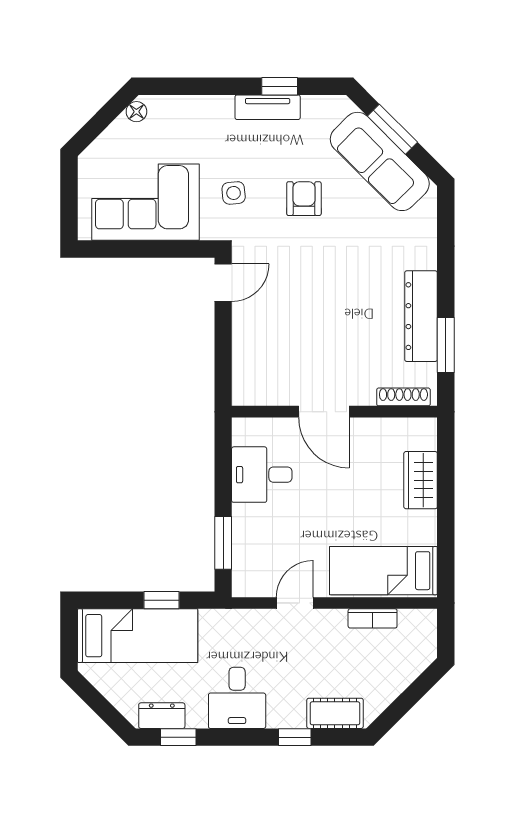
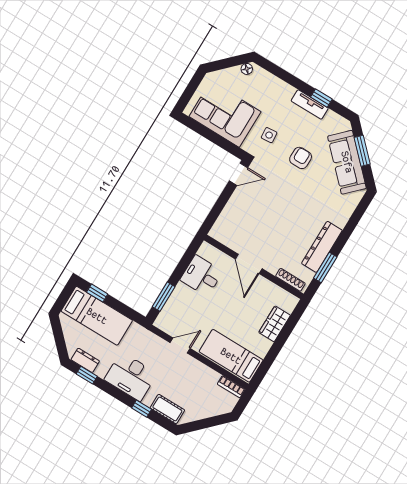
window: (162, 600) -> (97, 293), moved
bookcase: (373, 618) -> (231, 387), moved
desk: (237, 698) -> (131, 377), width x1.37

